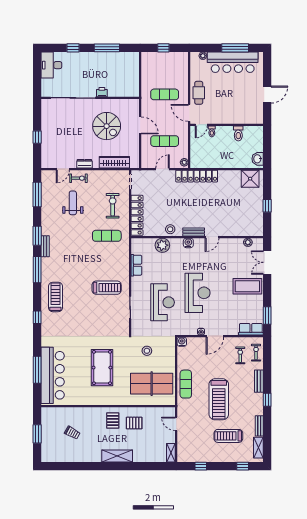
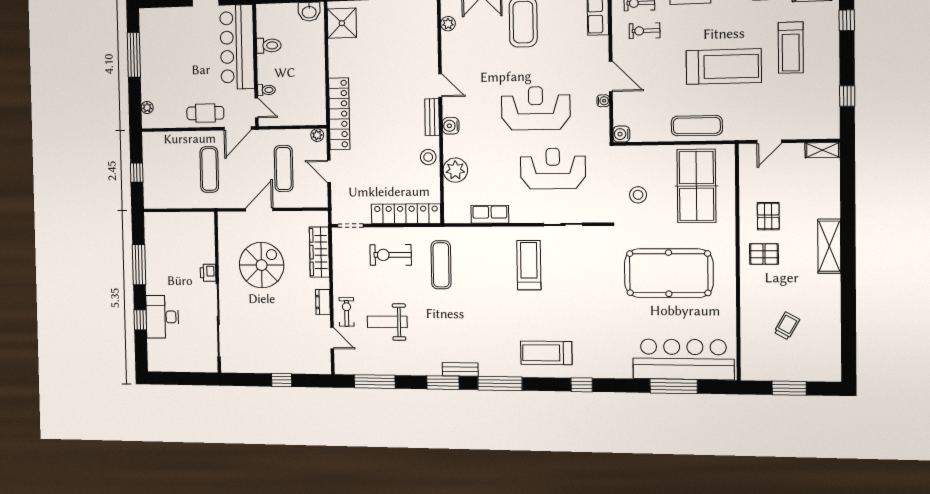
bar counter: (233, 62) -> (237, 47), moved, turned 180
desk: (51, 65) -> (162, 317), moved, turned 90
pool table: (102, 368) -> (669, 273), width x1.36, depth x1.32

